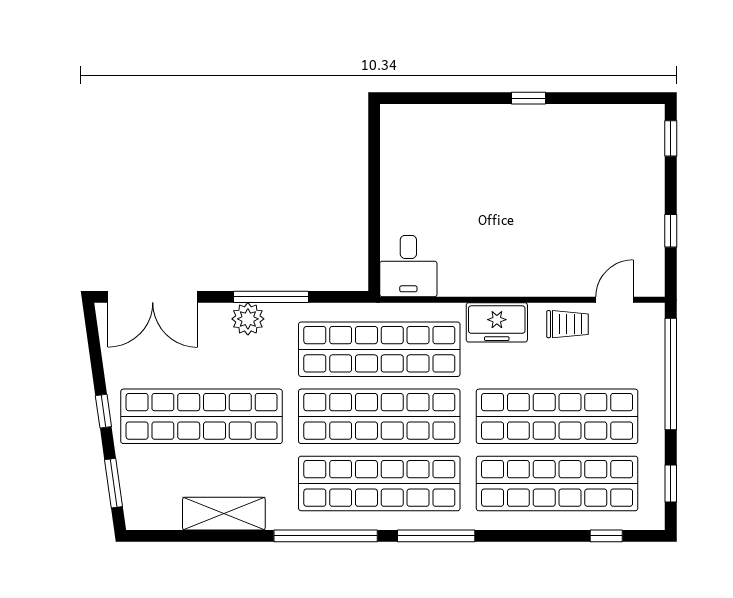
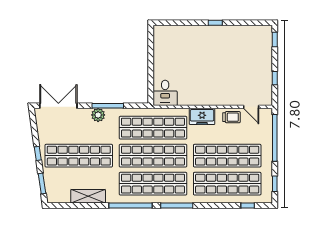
double door: (153, 297) -> (58, 106), swing flipped
door: (614, 300) -> (251, 107), swing flipped

